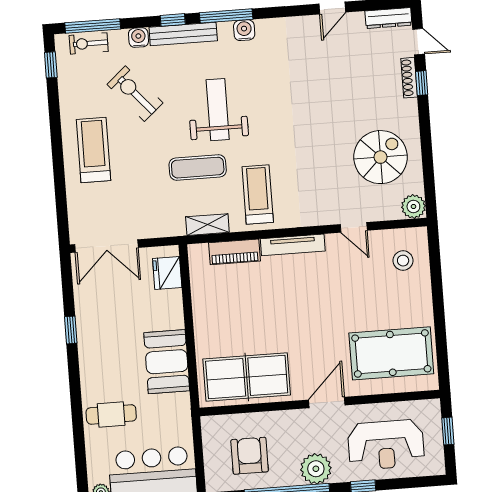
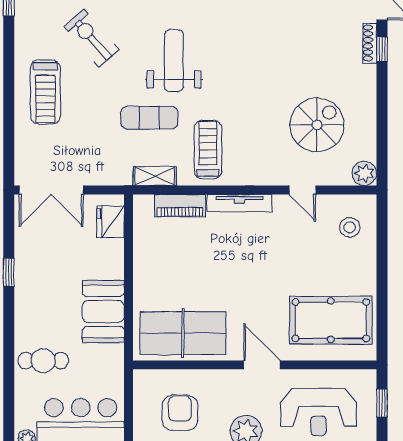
treadmill: (94, 150) -> (45, 92), turned 180
spiral stairs: (381, 157) -> (317, 125), moved
door: (327, 402) -> (262, 365), hinge flipped

